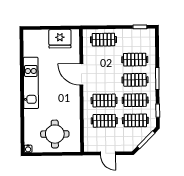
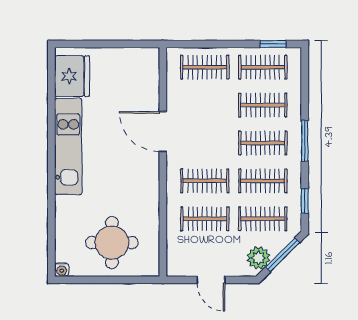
fridge: (60, 39) -> (72, 76), moved, turned -90
clothes rail: (135, 39) -> (263, 67), added
plant: (133, 141) -> (258, 258), added

